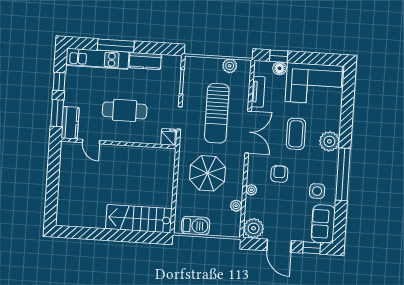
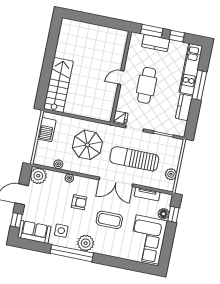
kitchen counter: (70, 123) -> (156, 43), moved
plant: (329, 141) -> (86, 243), moved
door: (91, 142) -> (121, 77), moved

